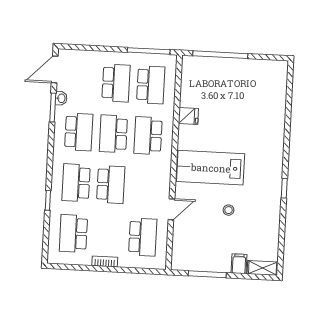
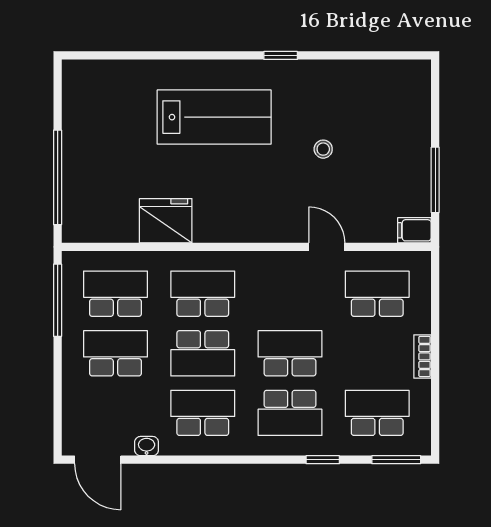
window: (53, 108) -> (396, 460), moved
fridge: (188, 116) -> (166, 221), width x1.88, depth x1.34
school desk: (148, 136) -> (203, 294), turned 180
lab bench: (211, 168) -> (214, 117), moved, turned -90
school desk: (73, 233) -> (377, 413), turned 180
filing cabinet: (239, 264) -> (414, 230), moved
shelving: (263, 268) -> (419, 85), removed

